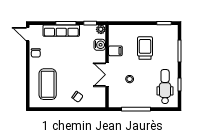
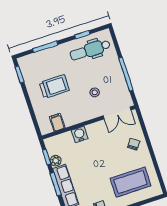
plant: (101, 29) -> (56, 161), moved
water cooler: (100, 45) -> (80, 134), moved
trolley: (145, 48) -> (54, 87), turned 180
filing cabinet: (115, 51) -> (57, 122), moved
double door: (107, 75) -> (117, 113), moved

